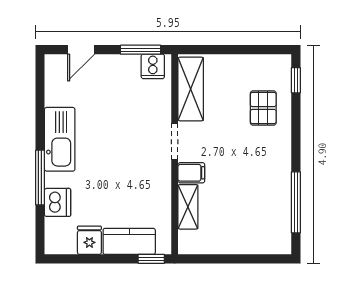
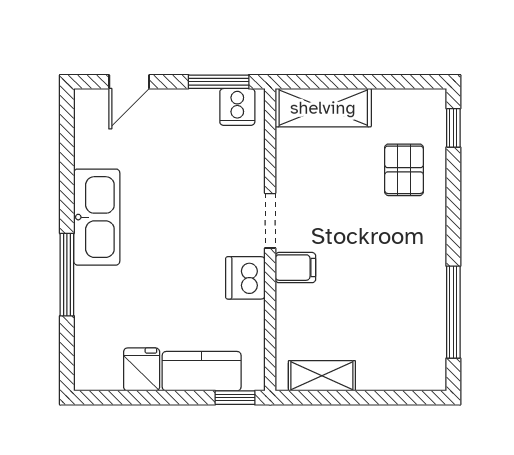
shelving: (191, 89) -> (323, 108), moved, turned 90
dishwasher: (58, 202) -> (245, 278), moved, turned 180
shelving: (188, 207) -> (322, 376), moved, turned 90

